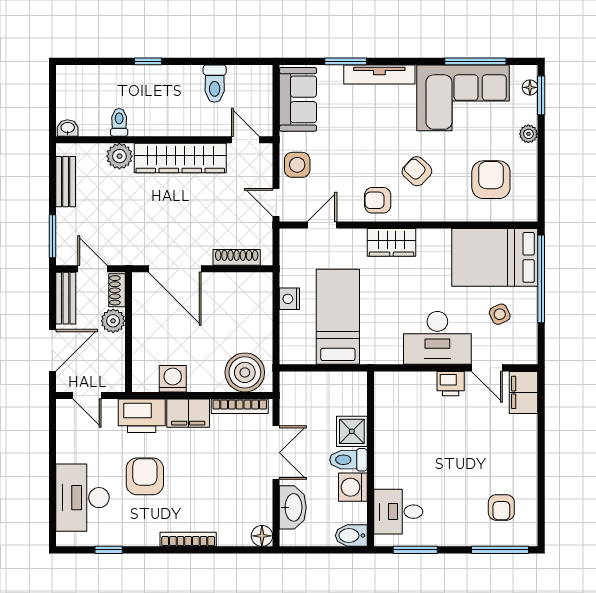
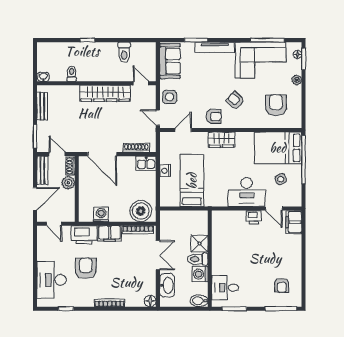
plant: (119, 156) -> (72, 92), removed
armchair: (378, 200) -> (214, 116), turned 180
kitchen sink: (255, 285) -> (146, 163), added

